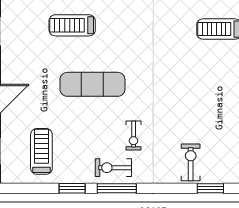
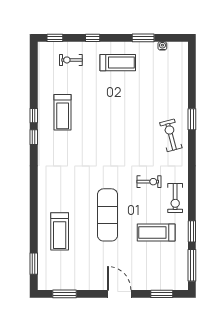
treadmill: (41, 151) -> (156, 233), moved
exercise bike: (191, 162) -> (171, 135), turned 75
window: (117, 188) -> (192, 265), moved

